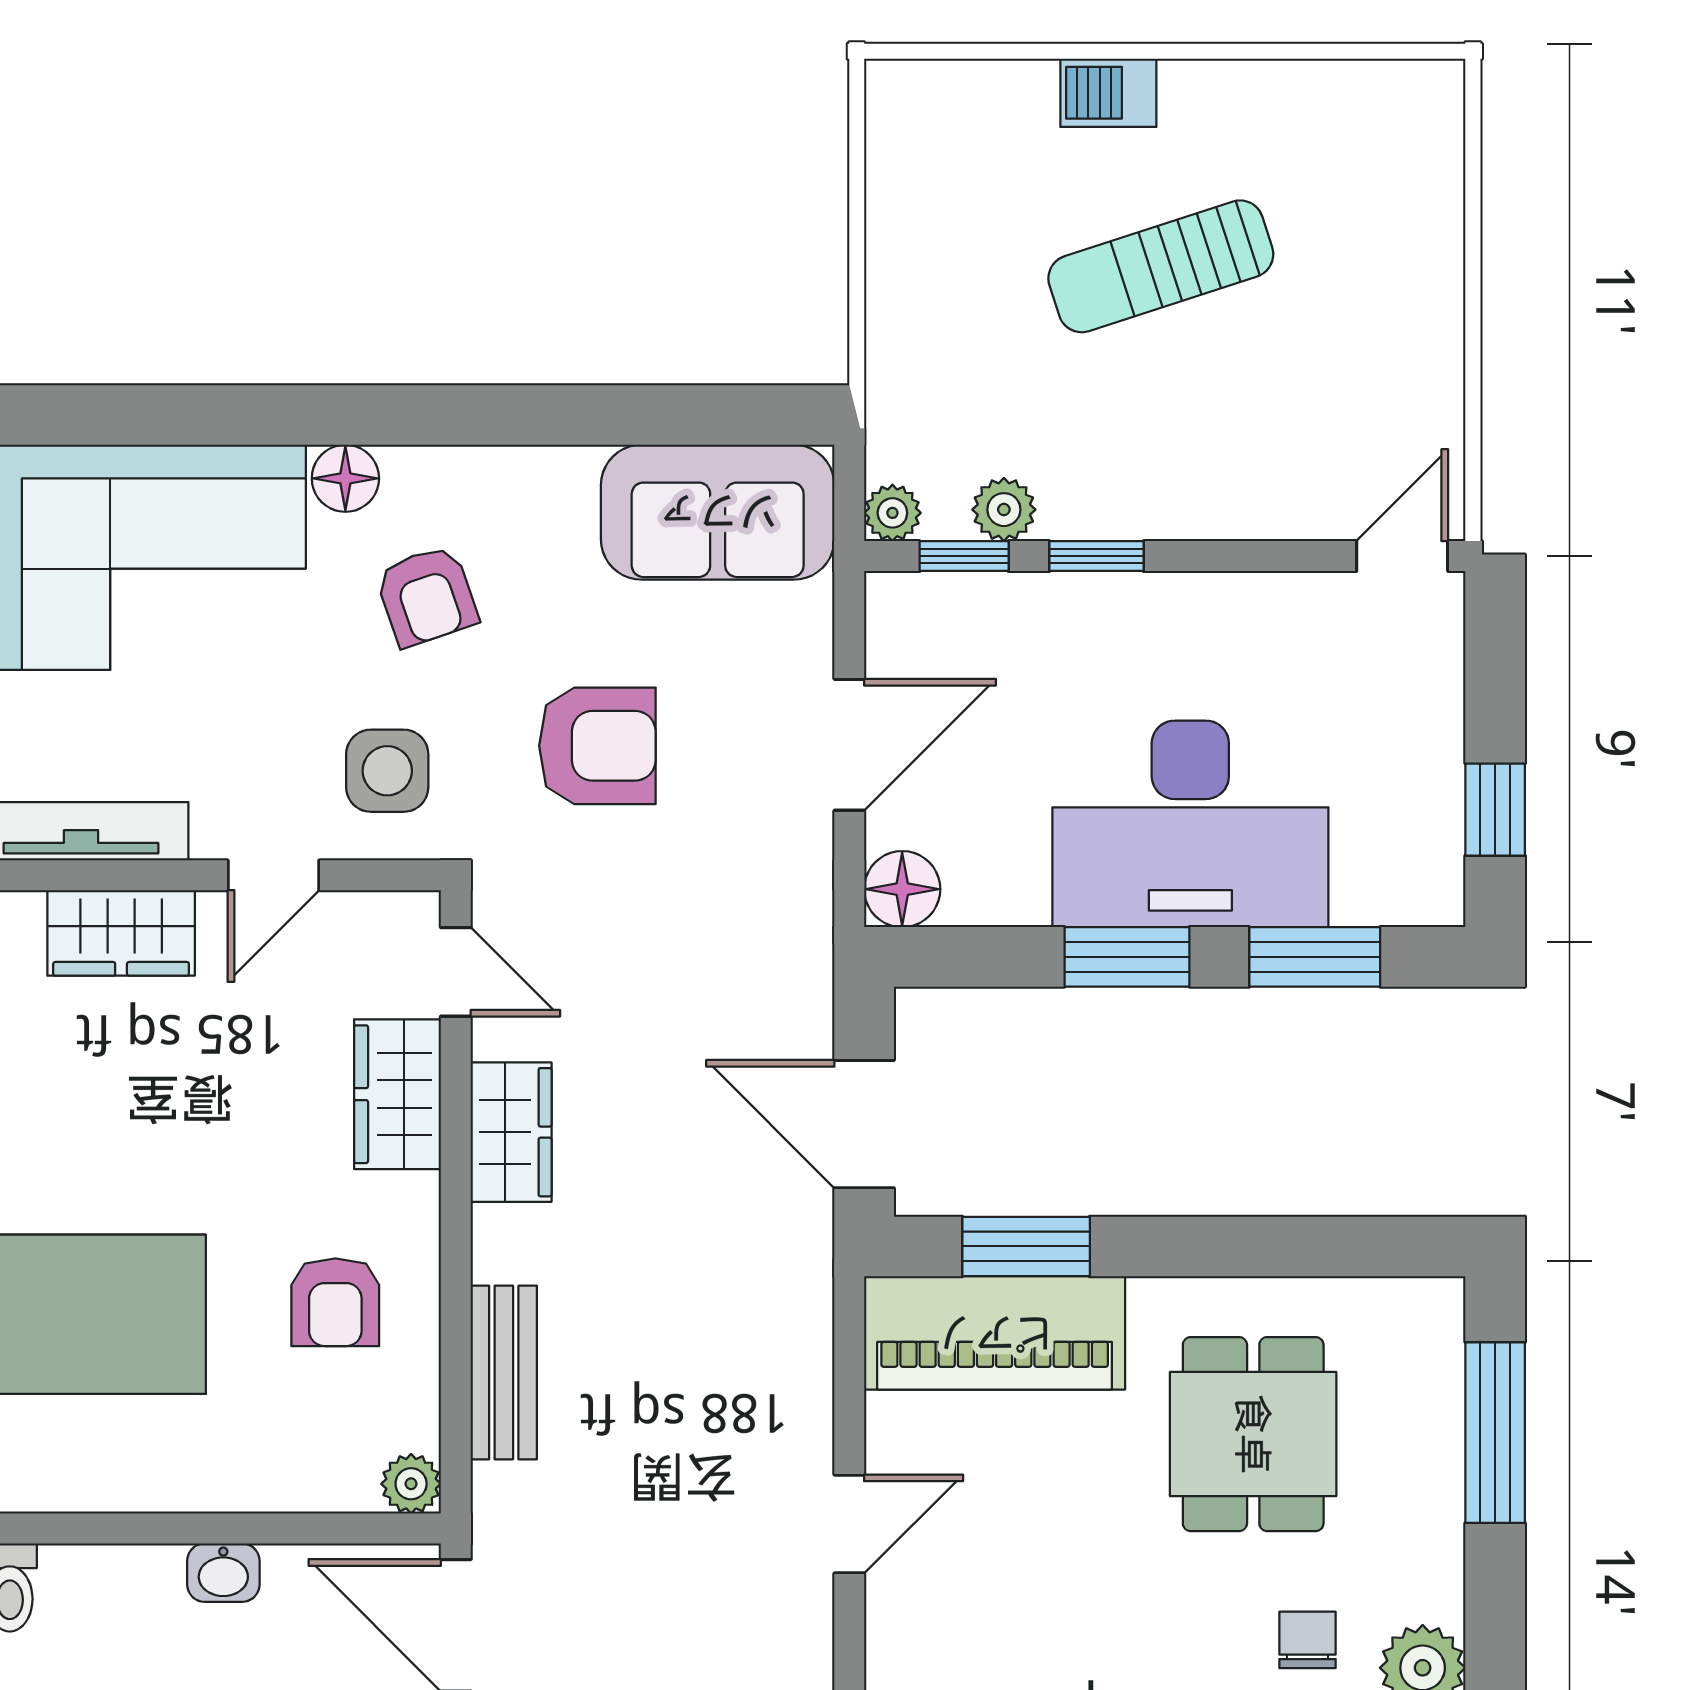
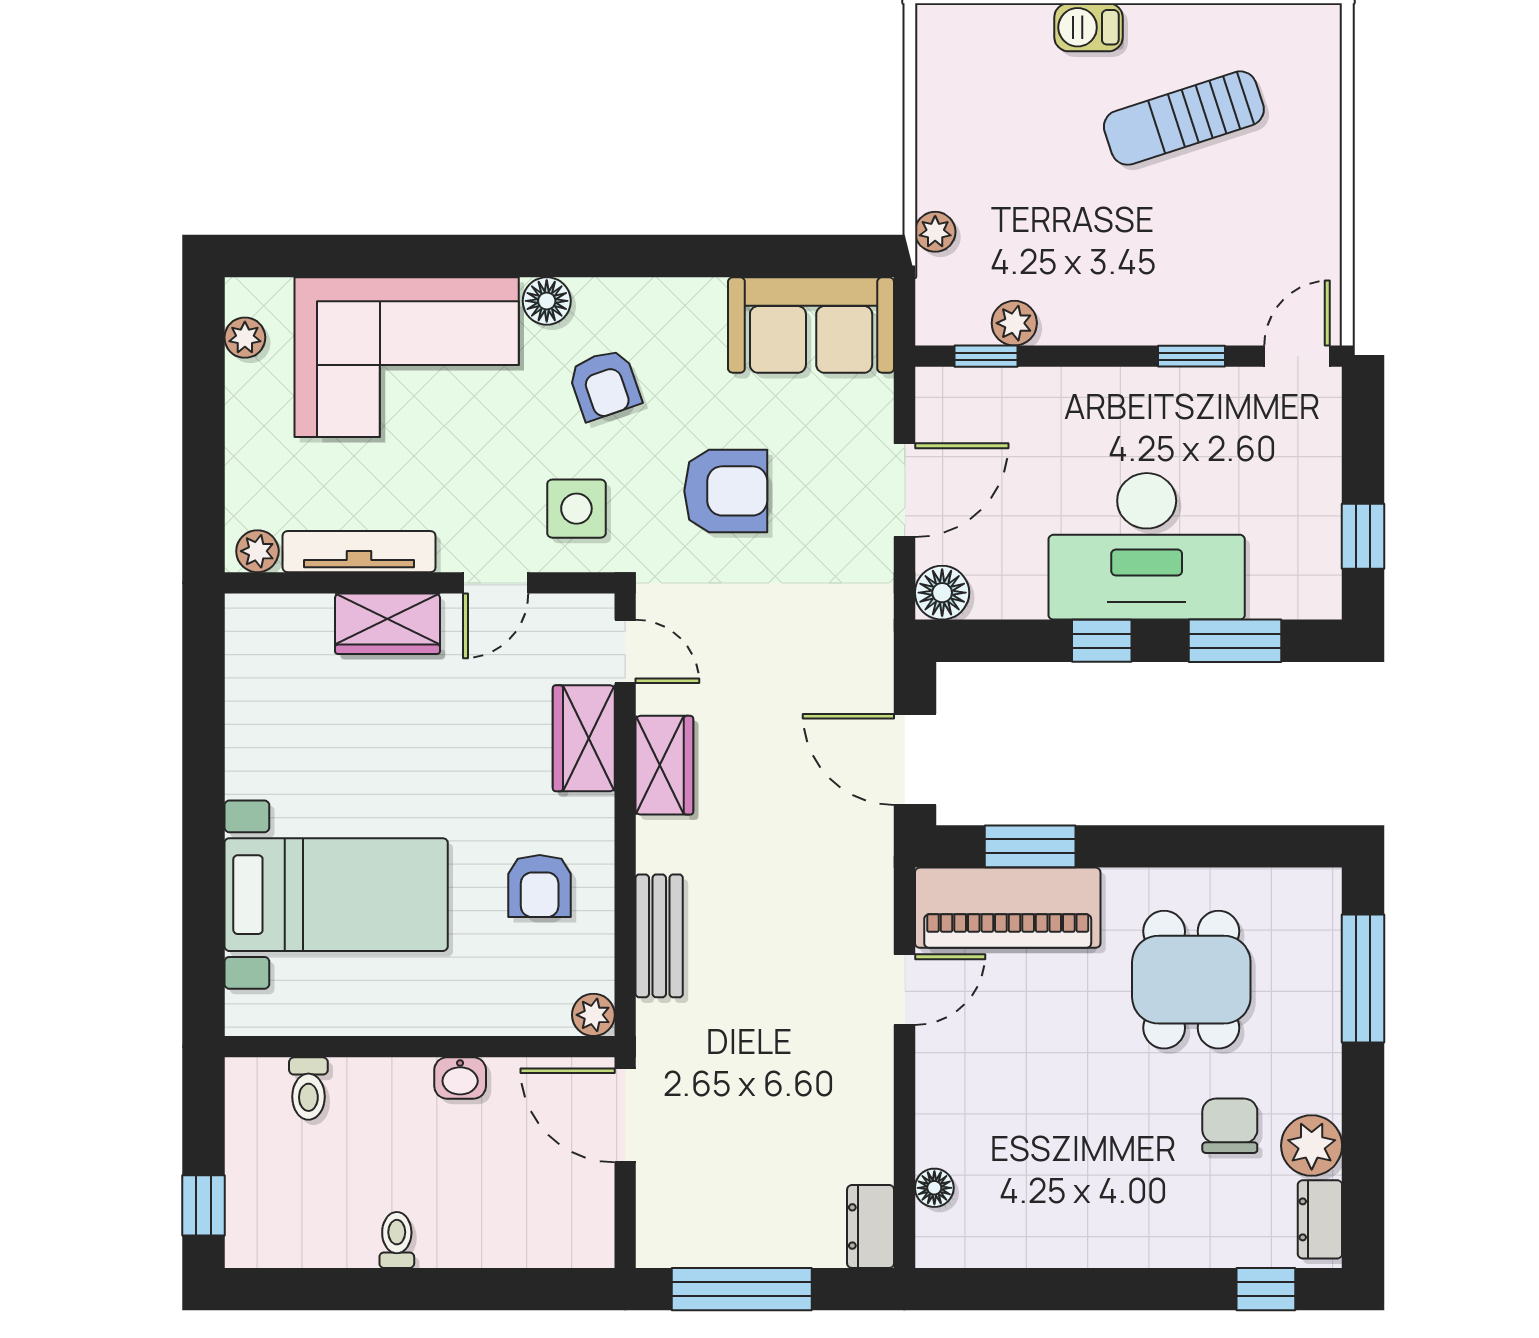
sun lounger: (1161, 266) -> (1184, 118), moved
plant: (892, 513) -> (935, 232), moved
window: (1096, 556) -> (1191, 356), moved
window: (1127, 957) -> (1102, 641), width x0.67
door: (849, 1524) -> (905, 990), moved
chair: (1307, 1640) -> (1230, 1126), width x1.37, depth x1.37

